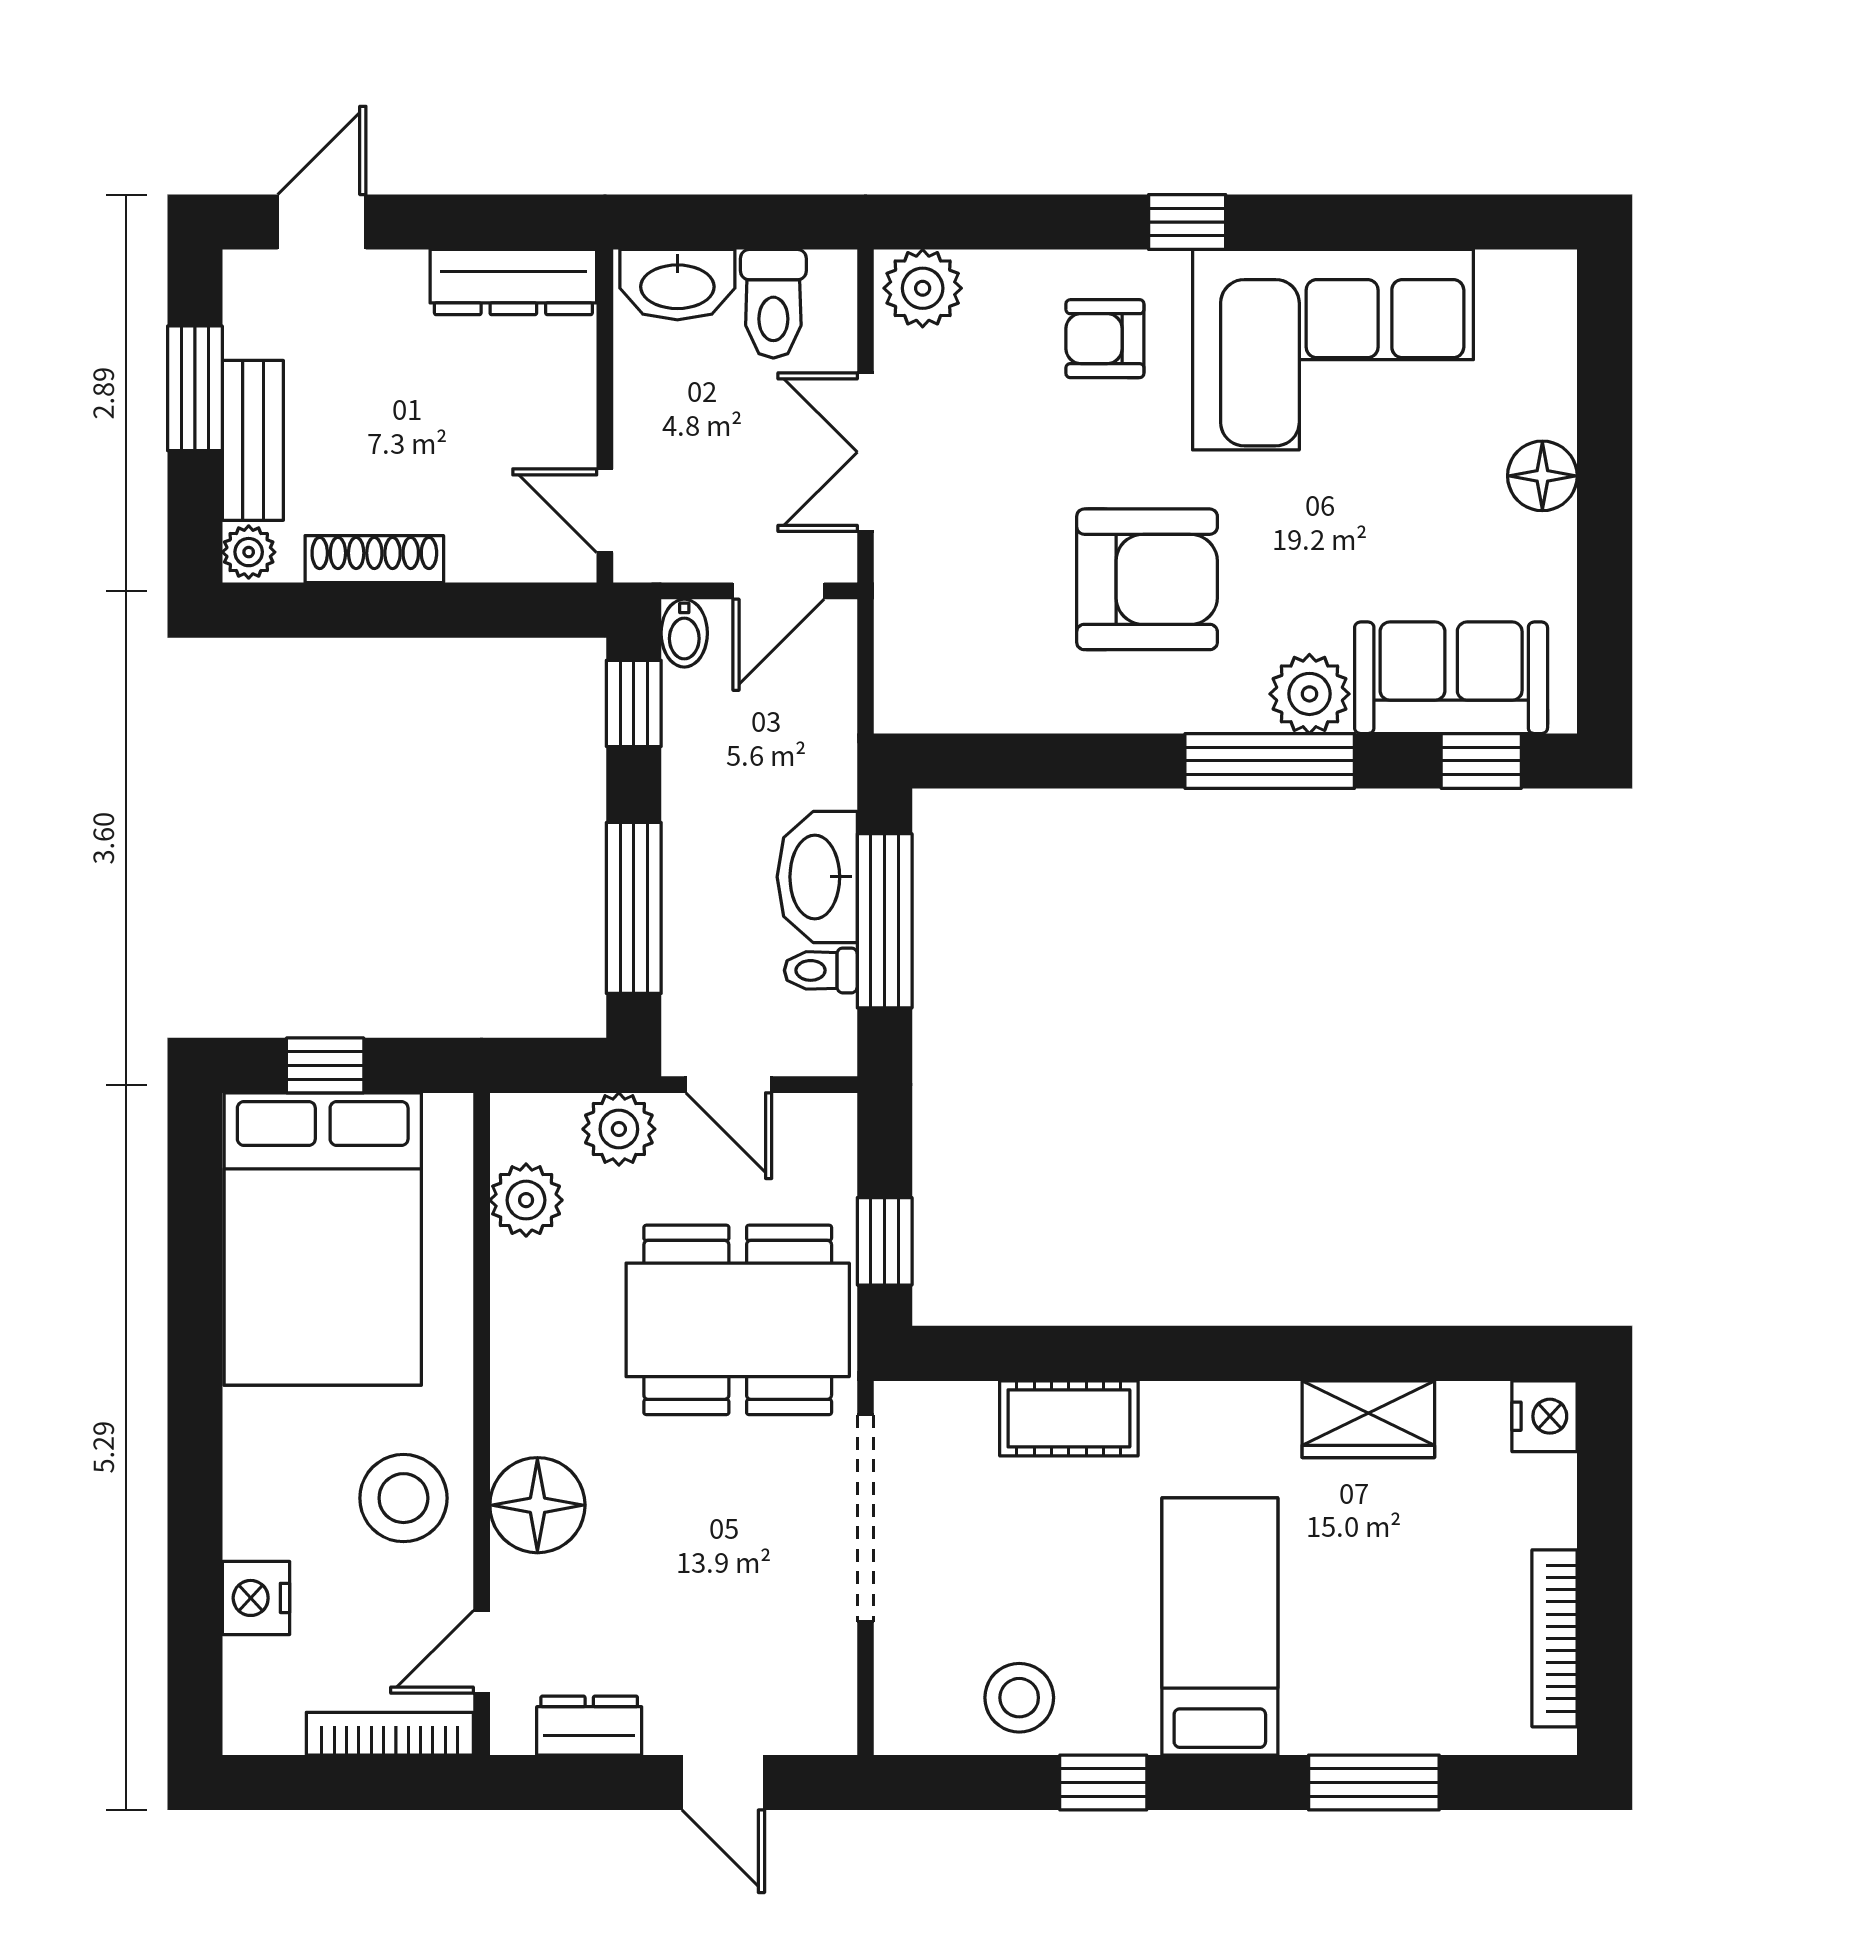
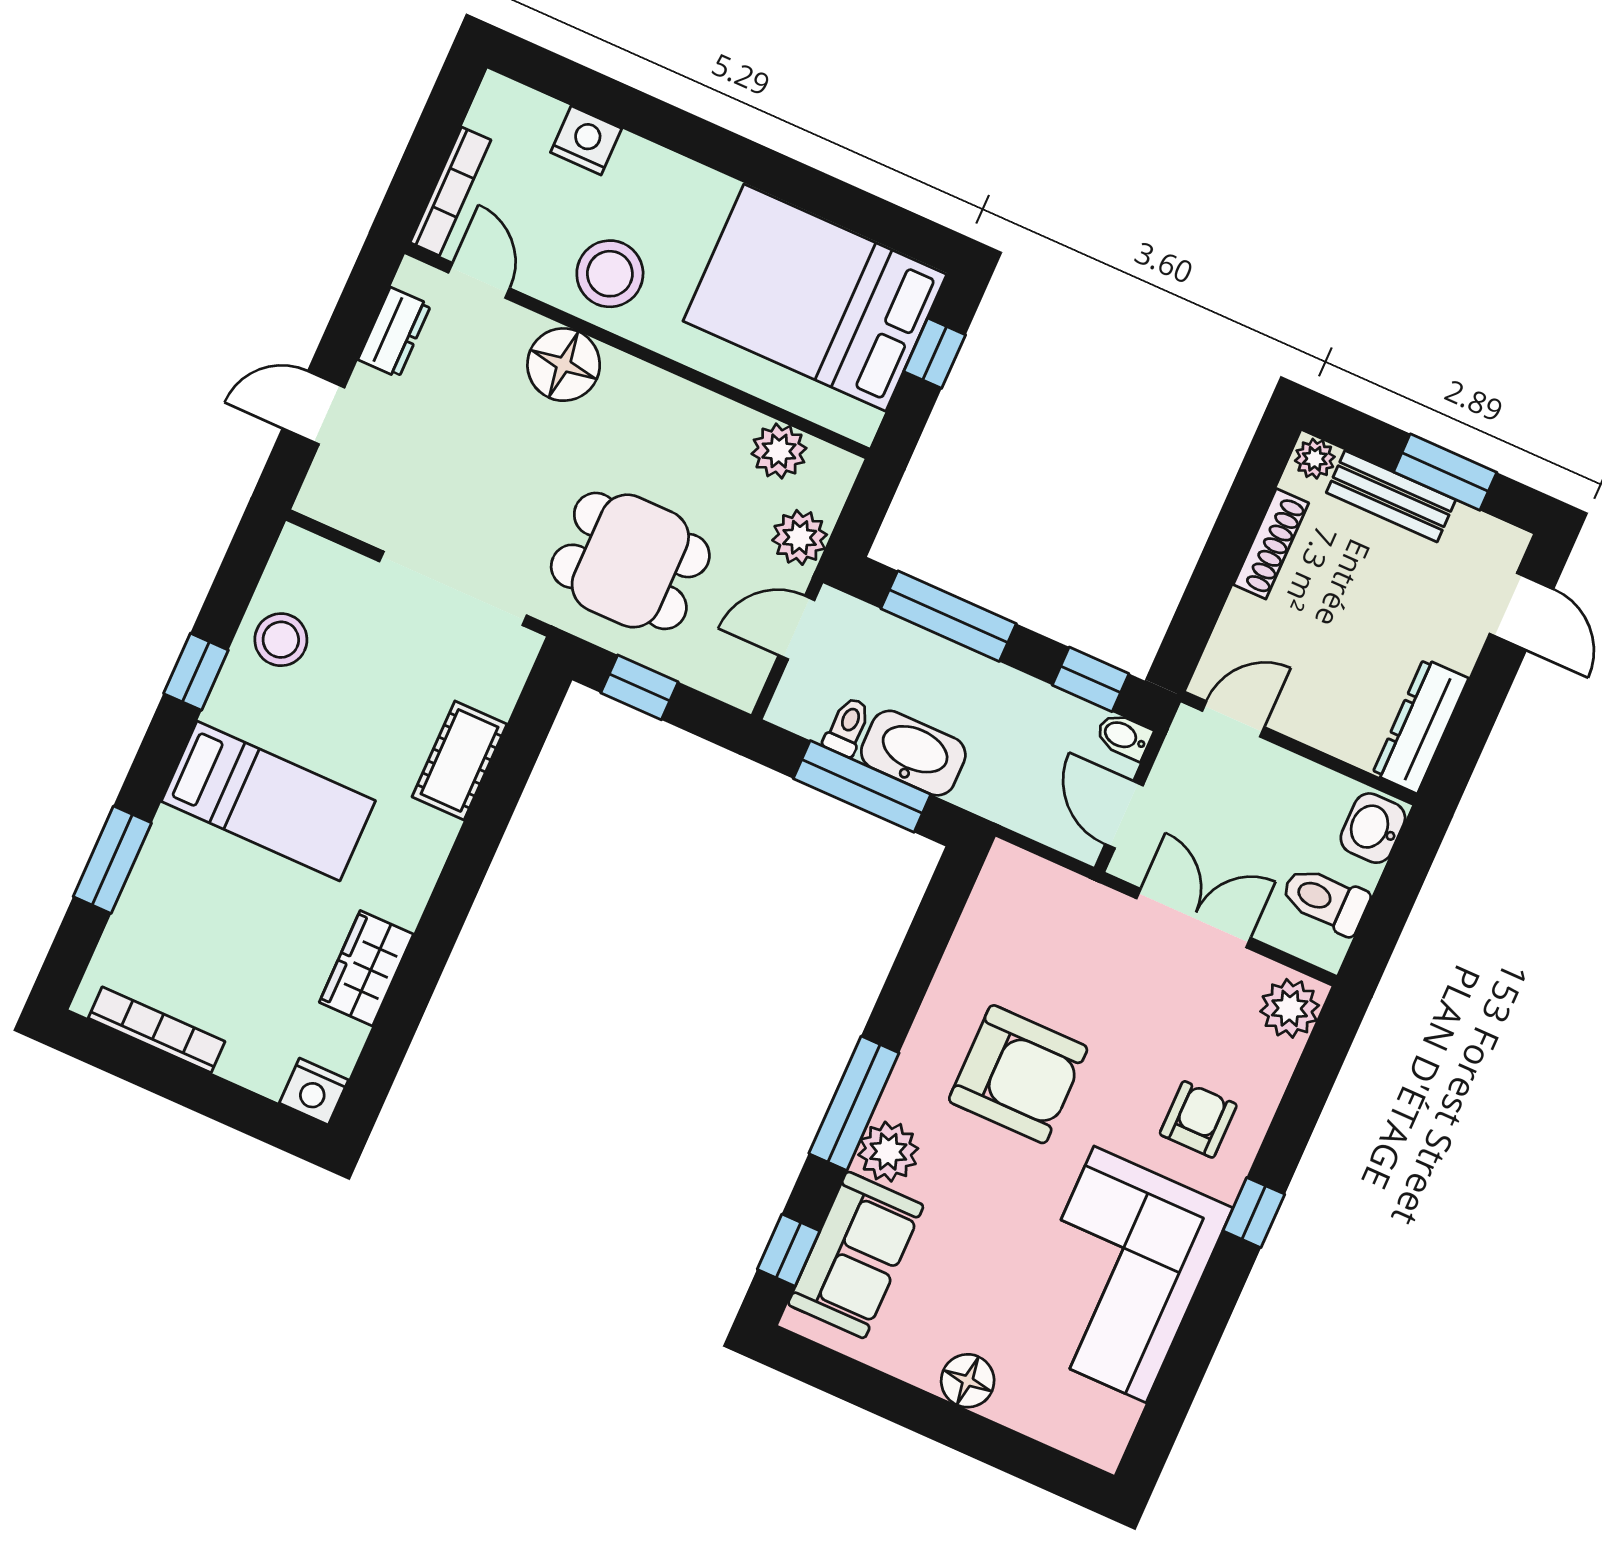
washbasin: (677, 285) -> (1373, 828), width x0.72
armchair: (1147, 579) -> (1018, 1074), turned -90
dining table: (738, 1320) -> (630, 561), width x0.73

